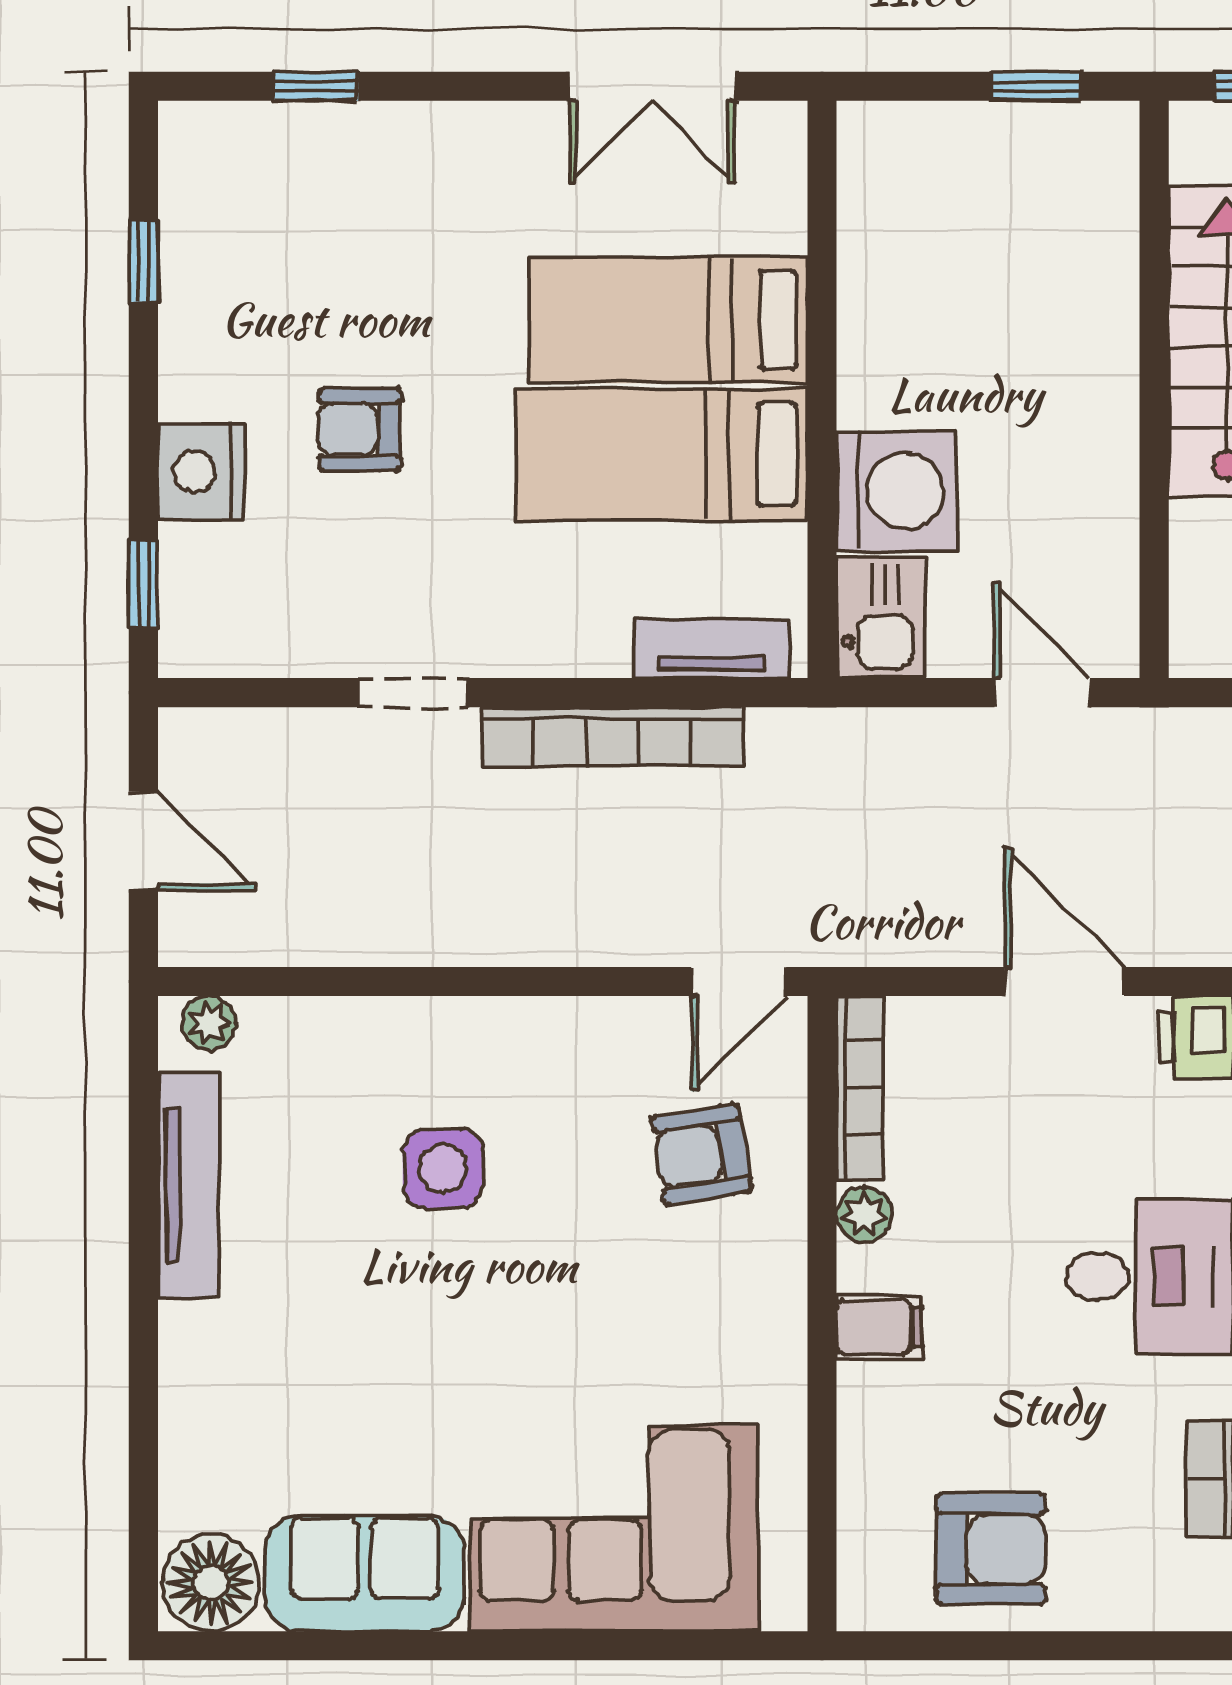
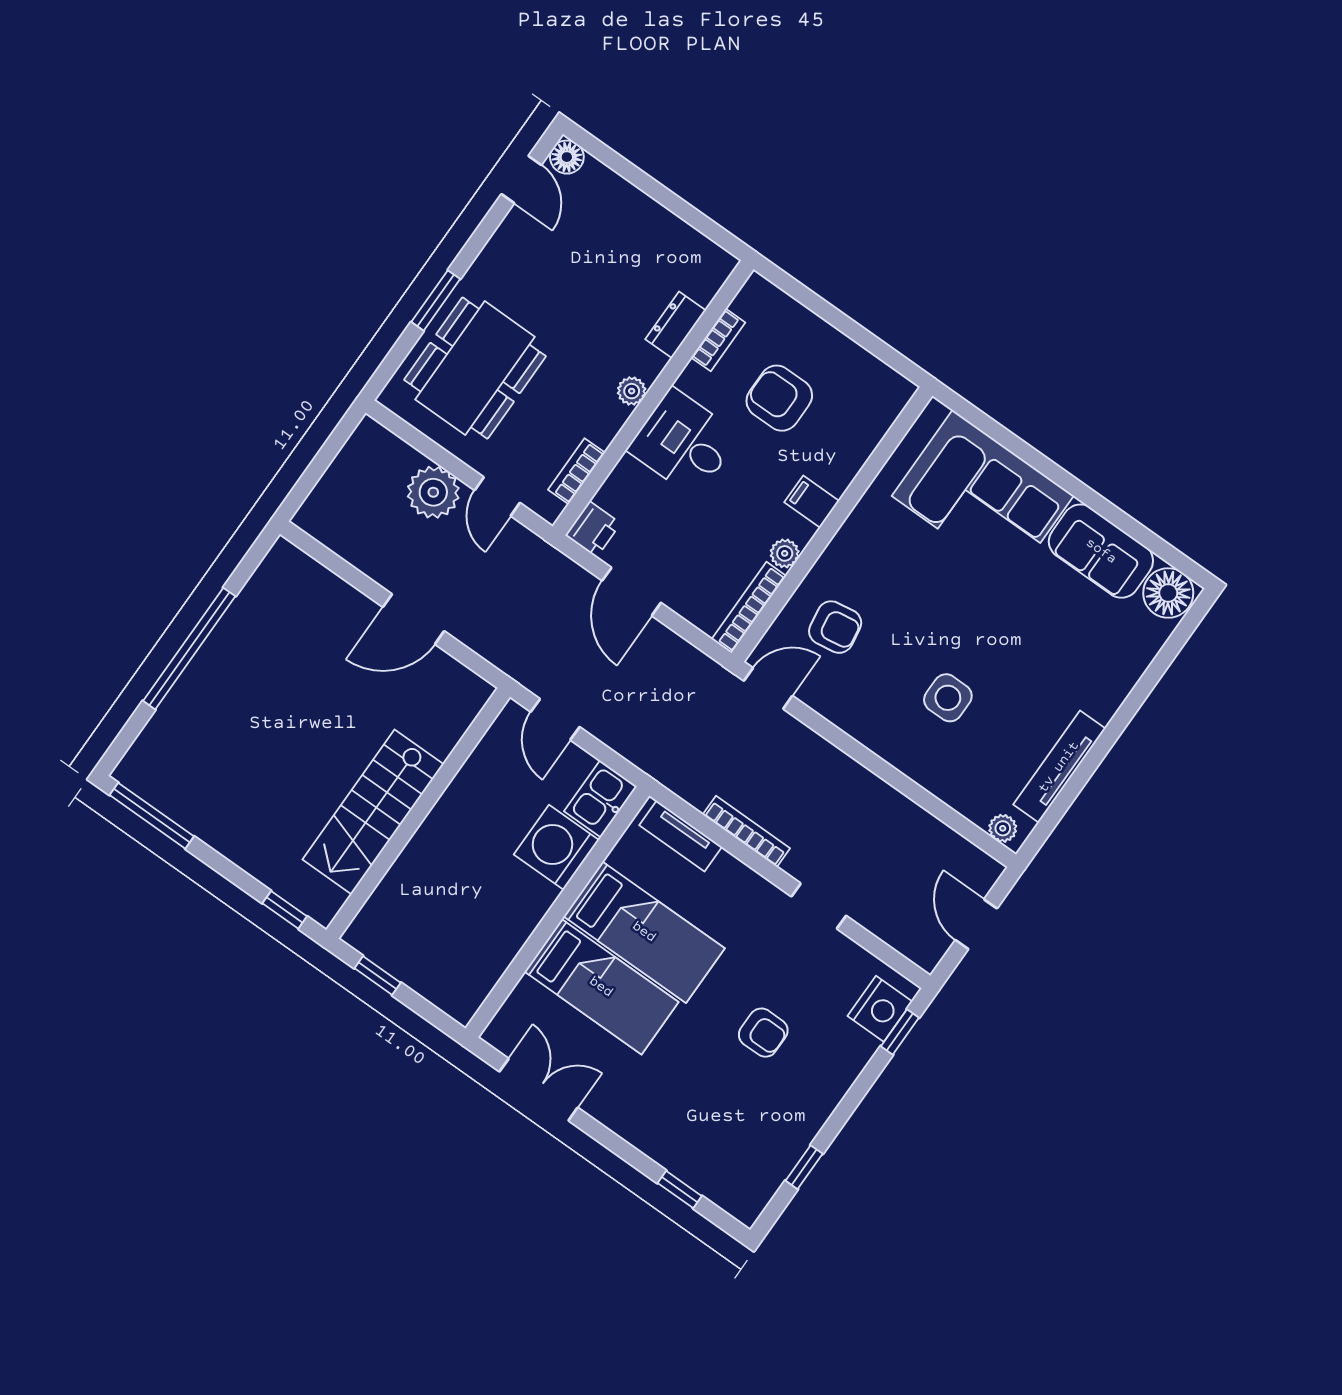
nightstand: (201, 472) -> (880, 1009), moved
bookcase: (612, 737) -> (746, 831), width x0.68, depth x0.76
armchair: (991, 1549) -> (779, 398), moved

